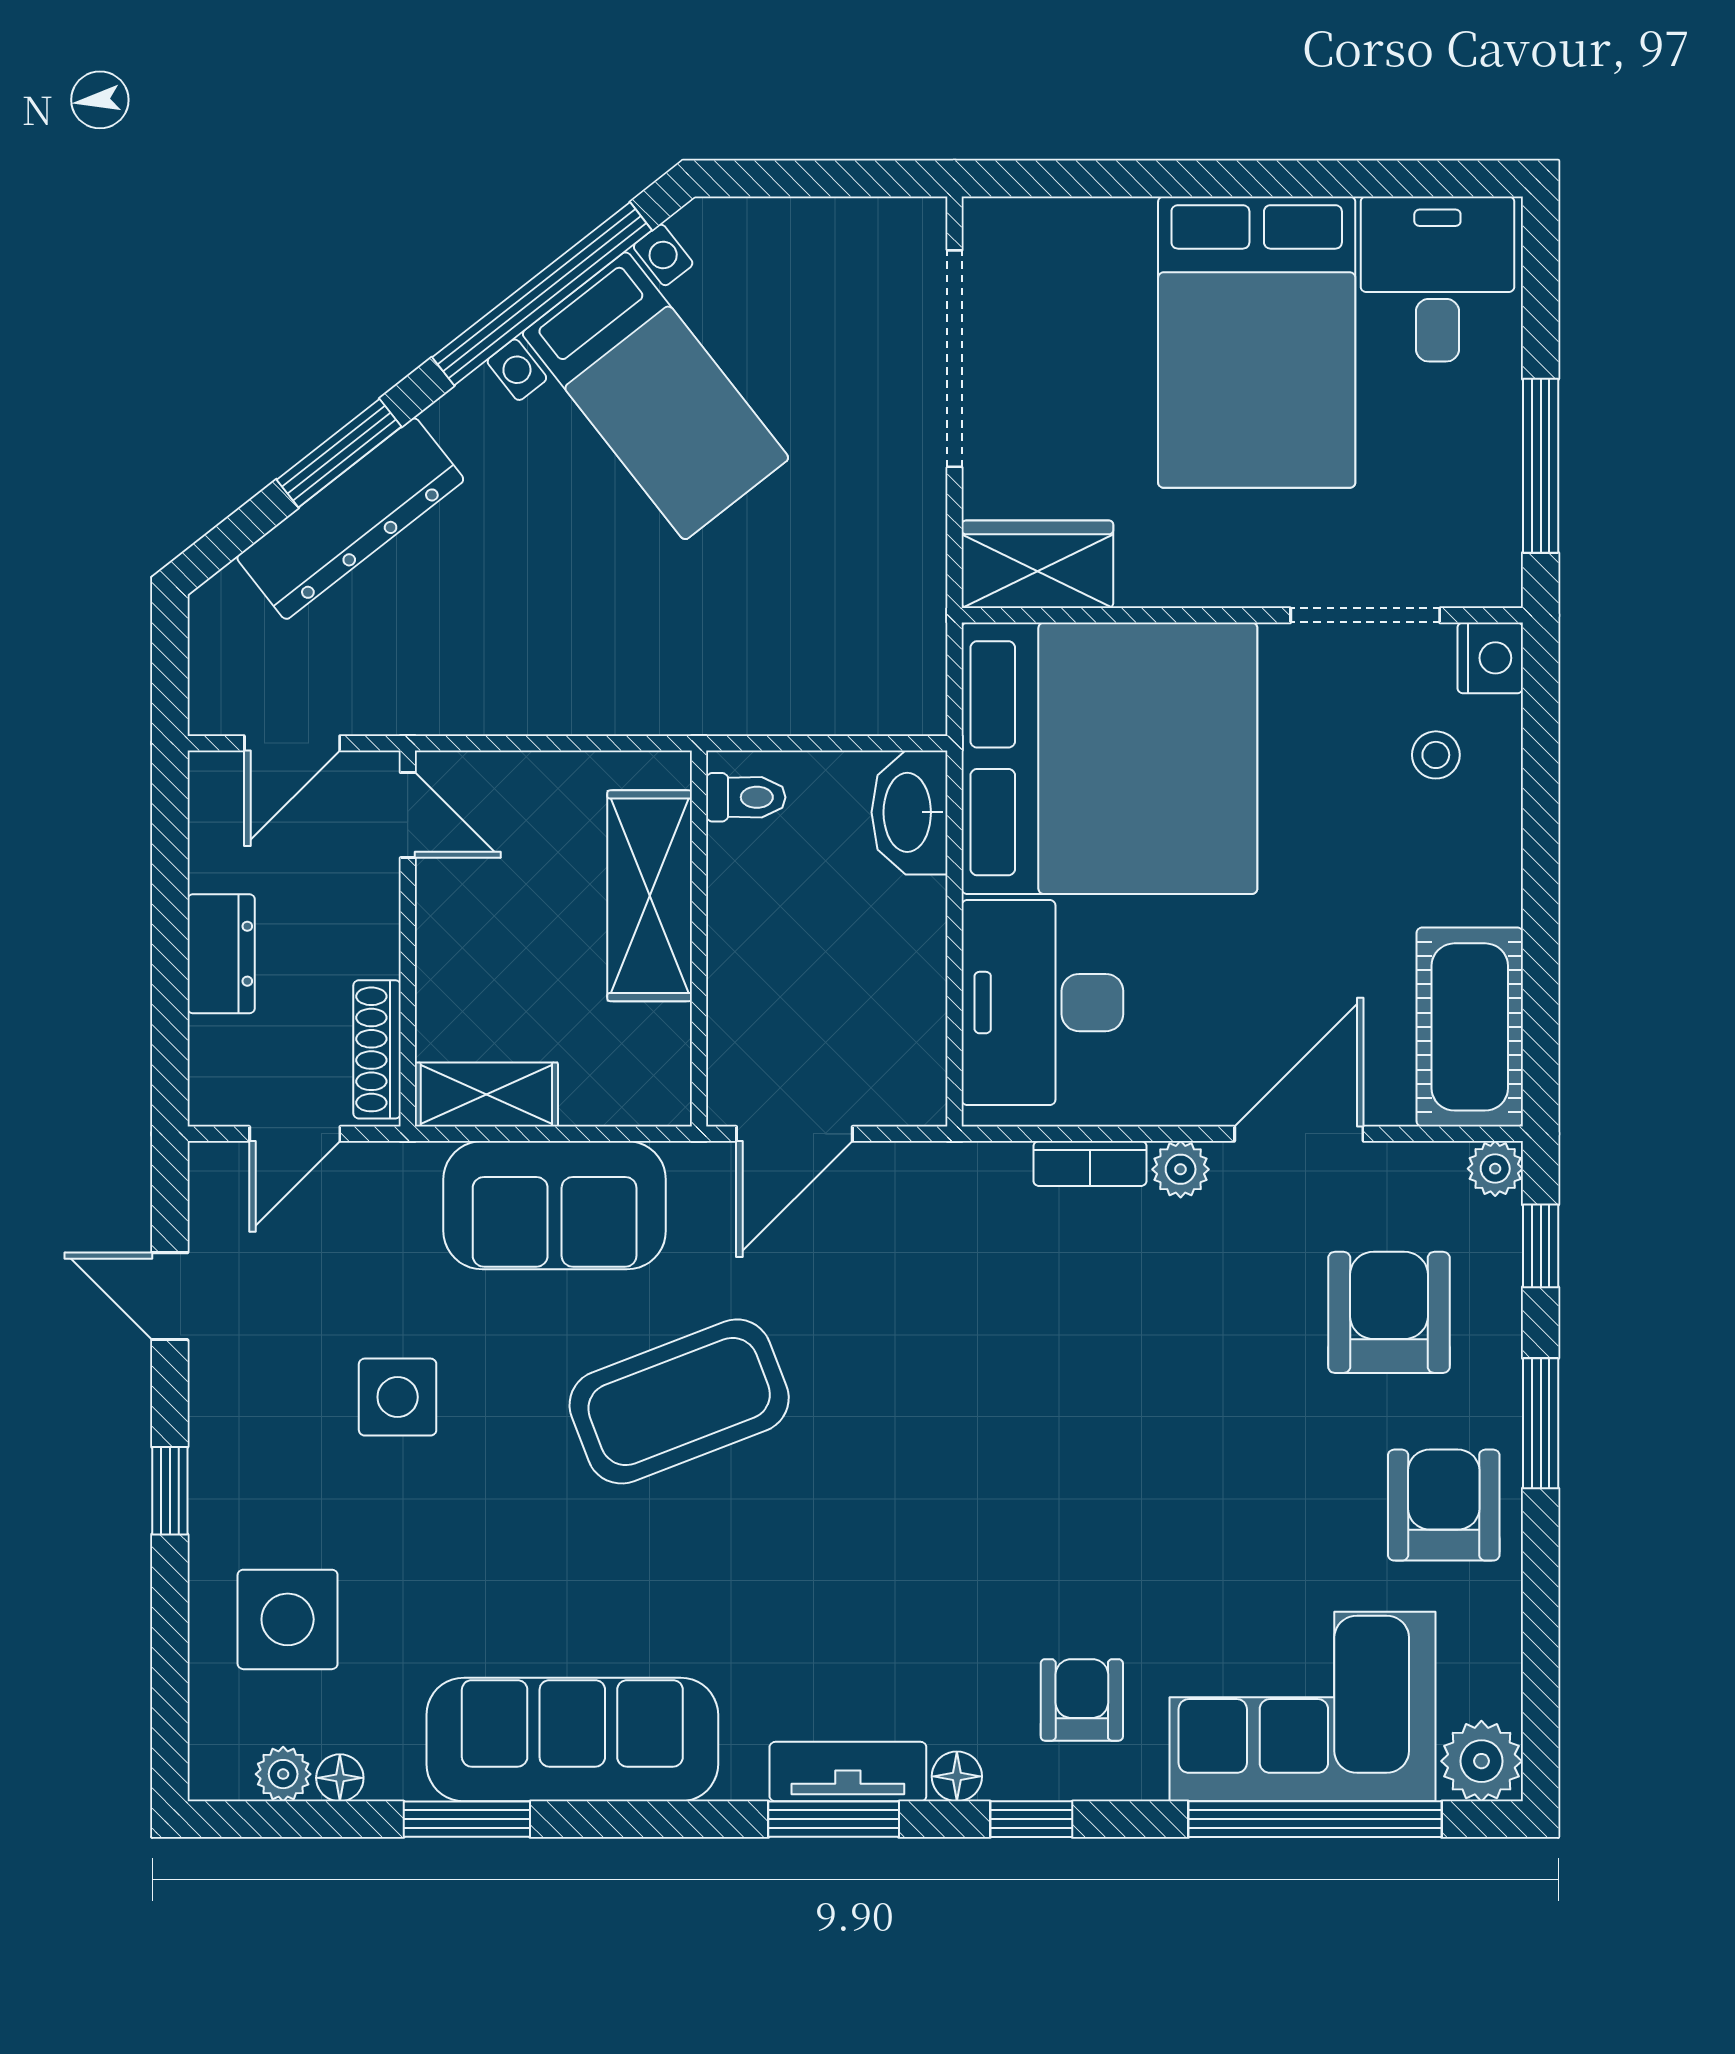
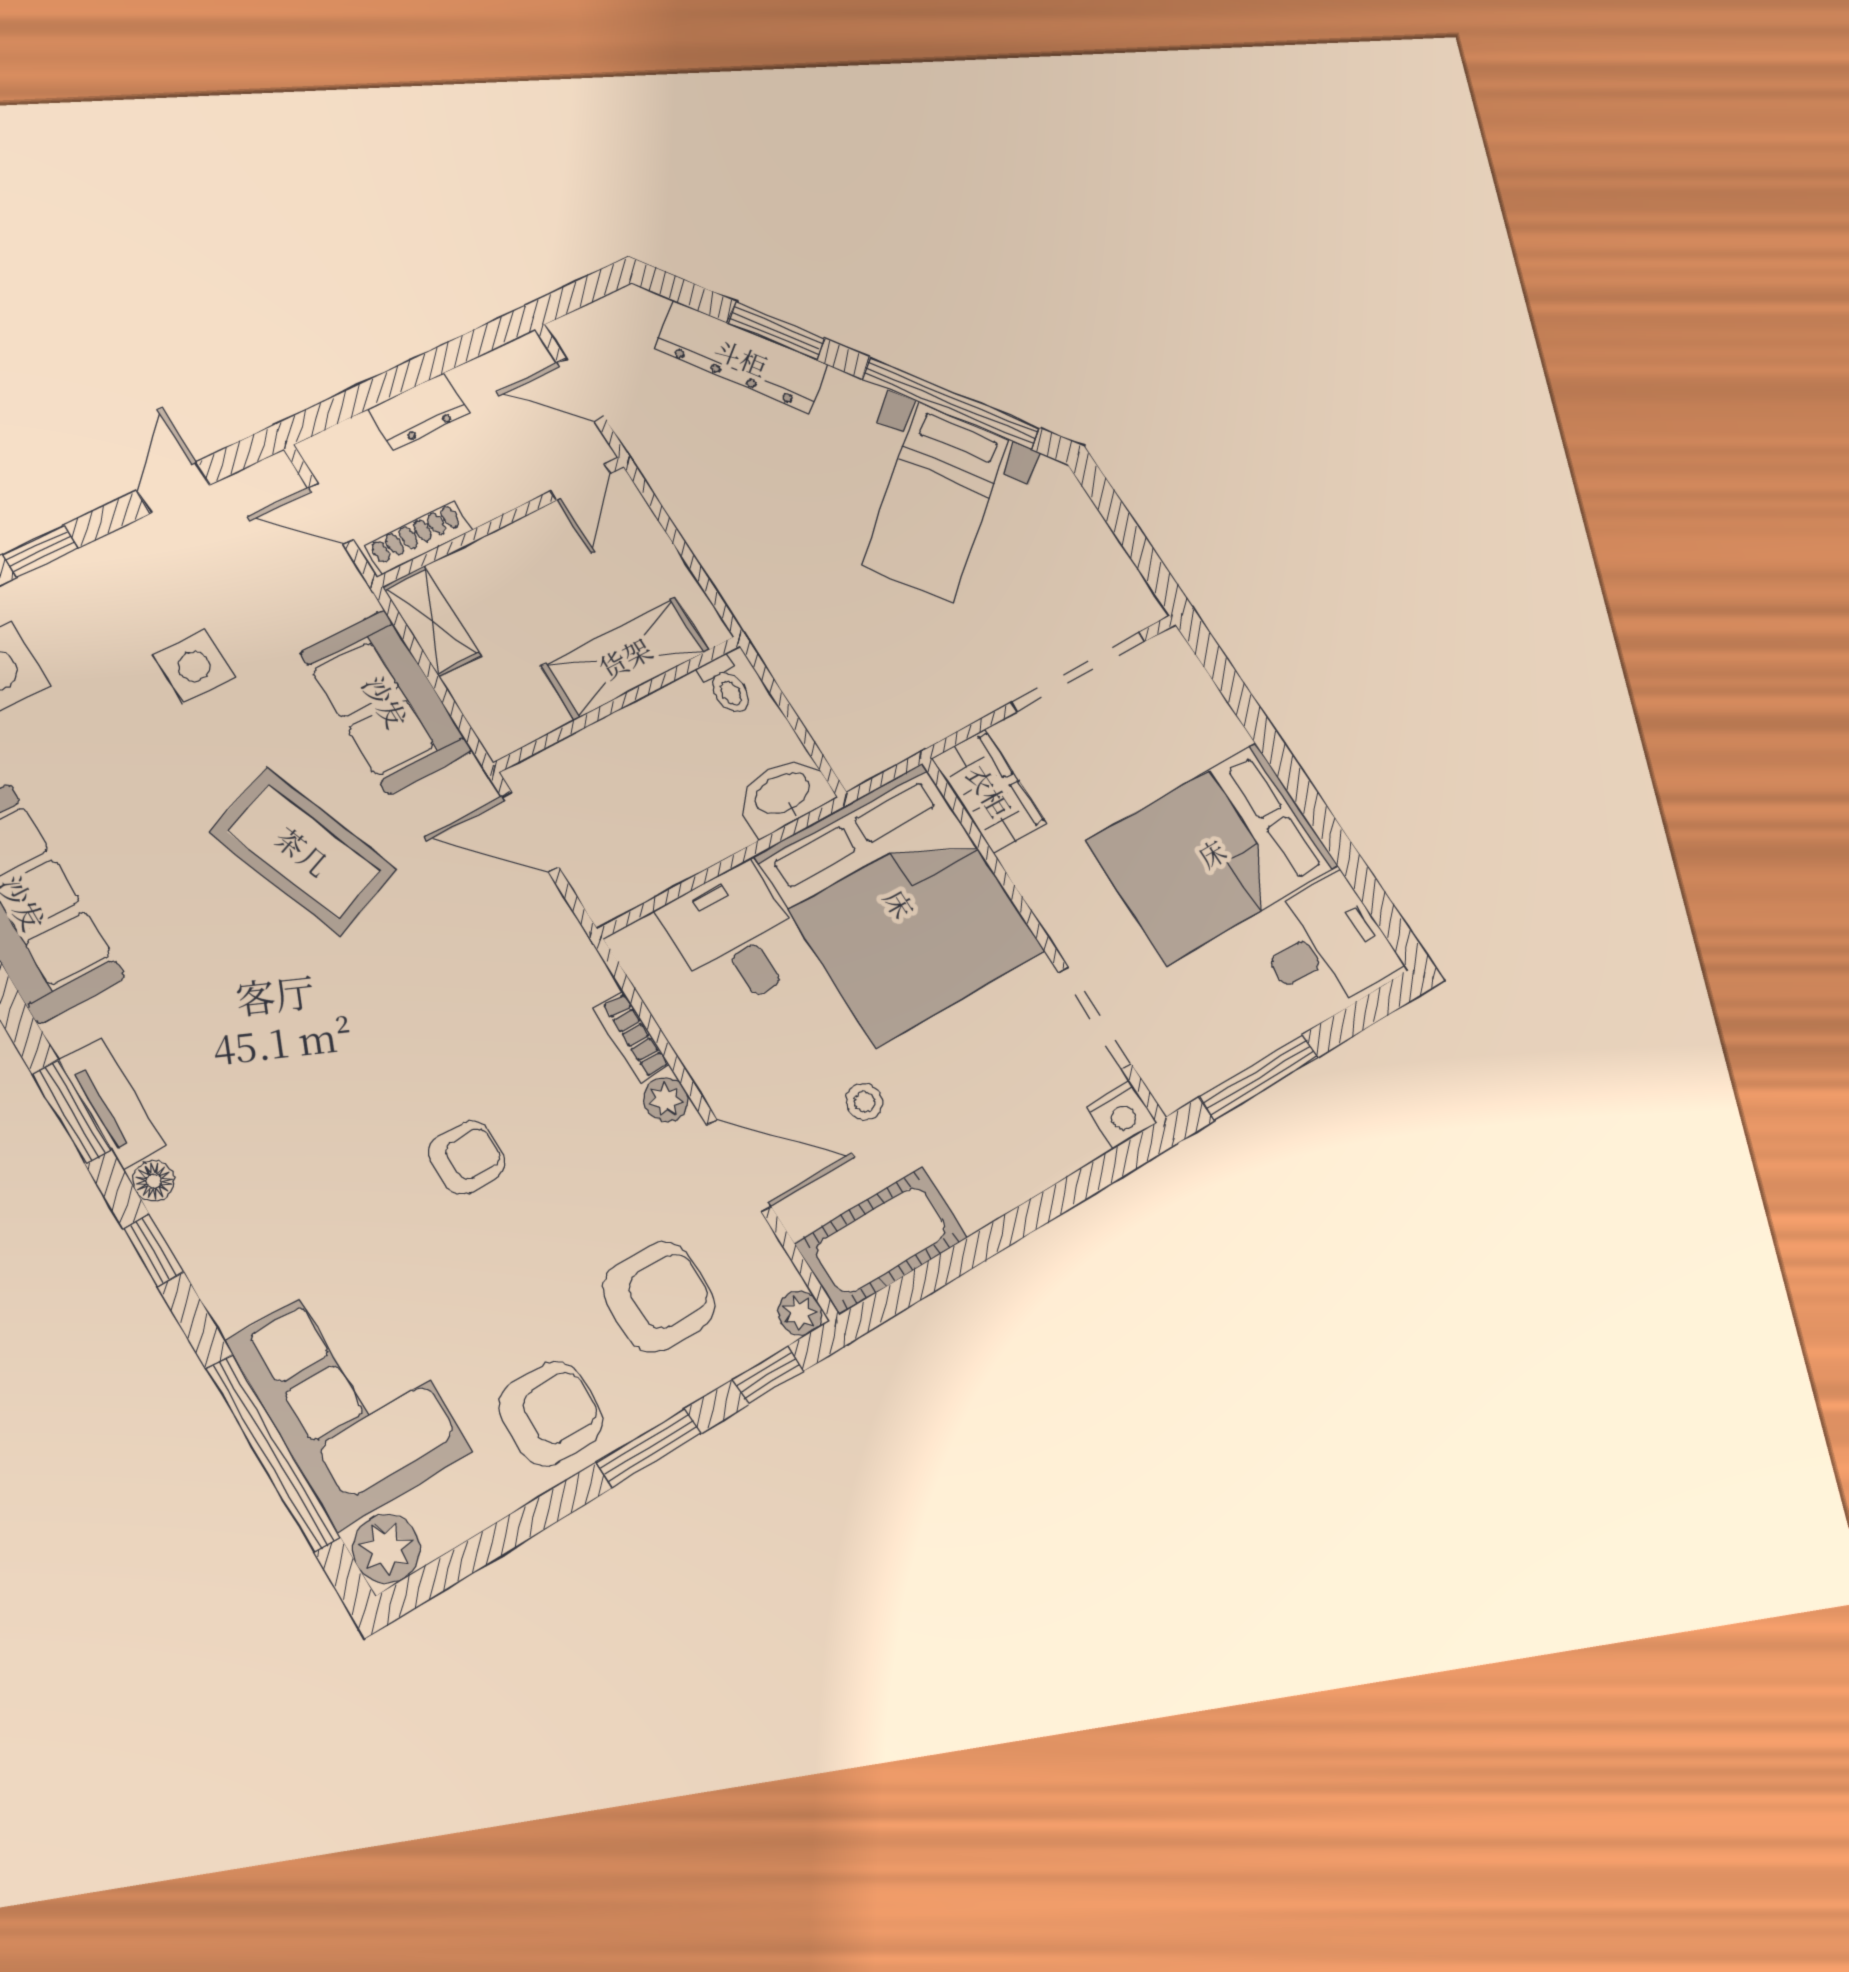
stool: (1436, 755) -> (864, 1102), moved
desk: (1042, 1003) -> (735, 937), width x0.73
armchair: (1082, 1700) -> (466, 1157), moved

